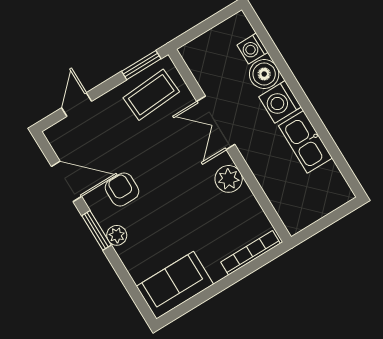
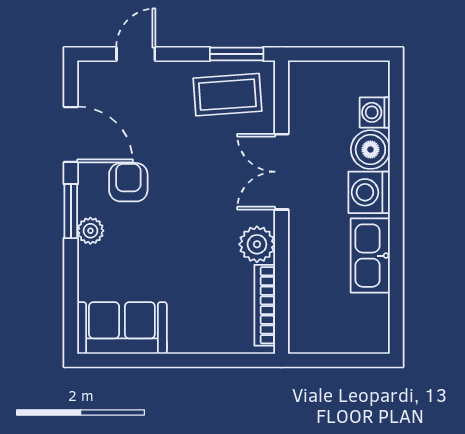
bookcase: (250, 253) -> (265, 305), moved, turned -90

